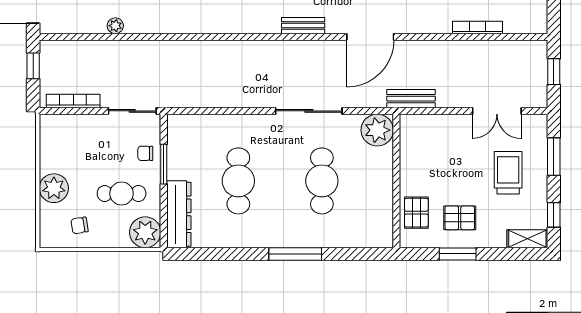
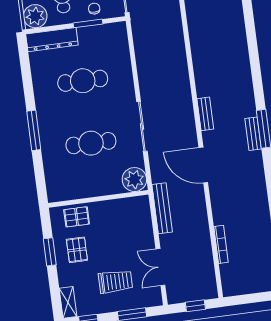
bench: (411, 99) -> (162, 208), width x1.36

